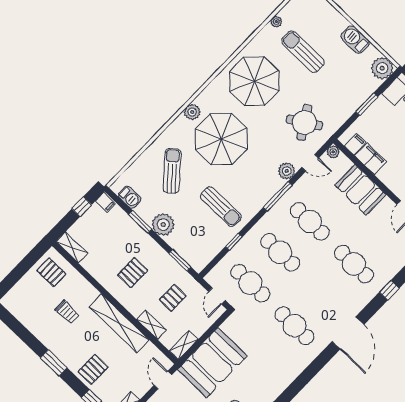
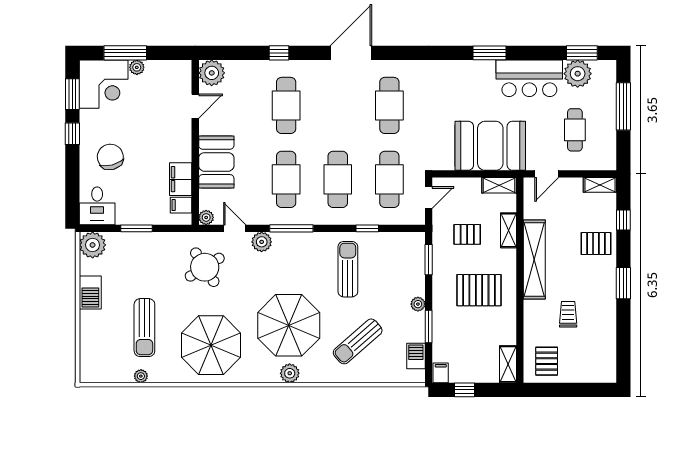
plant: (163, 225) -> (418, 304), width x0.53, depth x0.53
pallet: (133, 273) -> (479, 290), width x1.50, depth x1.42

